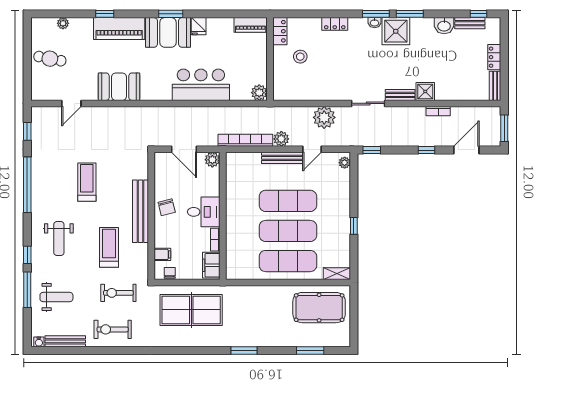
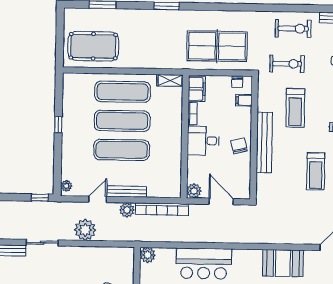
shelving: (337, 274) -> (170, 80), moved

